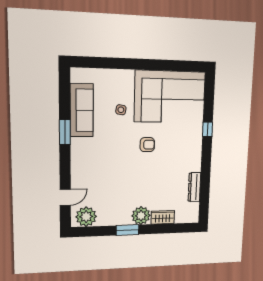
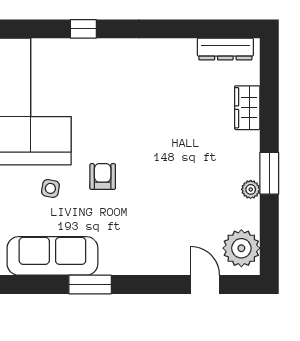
armchair: (147, 145) -> (103, 177), moved
dresser: (194, 187) -> (225, 49), moved
plant: (141, 216) -> (251, 189), moved, width x0.53, depth x0.53

